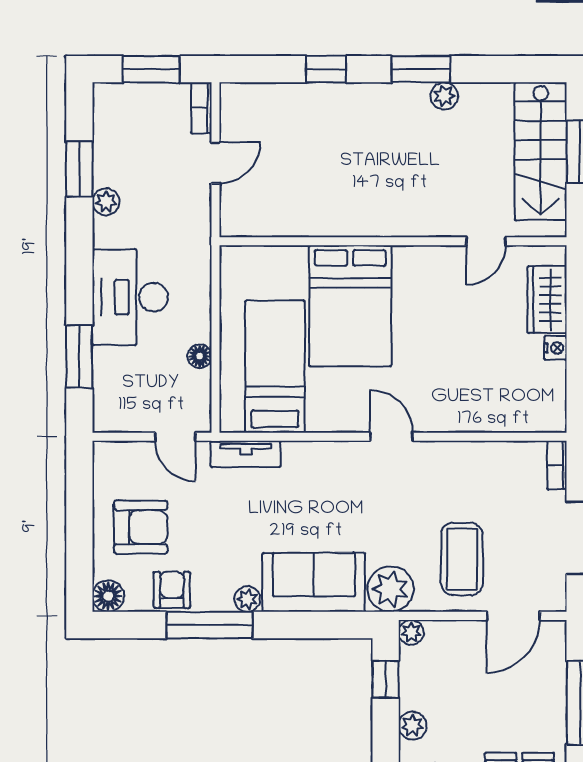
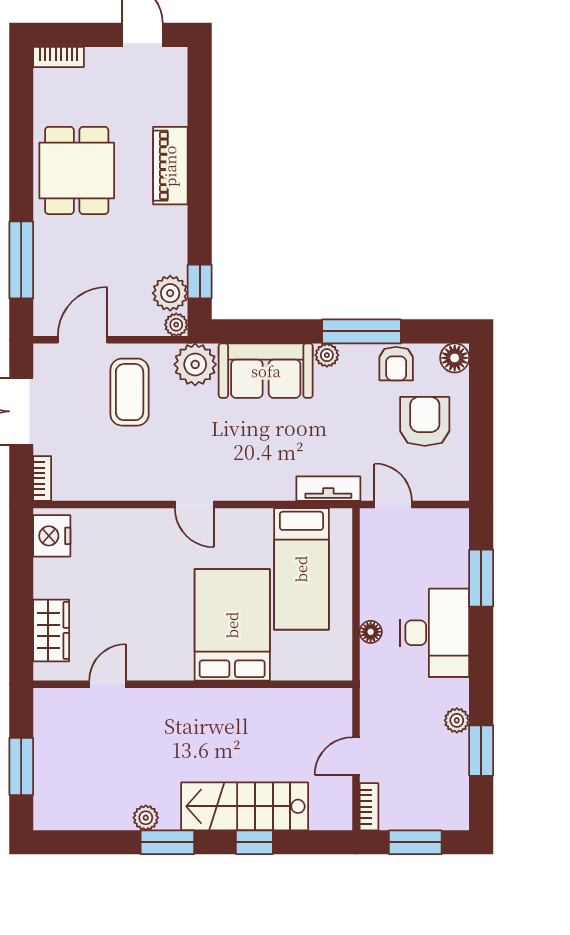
stairs: (541, 151) -> (245, 806), moved, turned -90
nightstand: (555, 348) -> (52, 536), moved, width x1.89, depth x1.79
floor lamp: (200, 356) -> (371, 632), moved
armchair: (141, 527) -> (425, 421), turned 90
plant: (413, 726) -> (170, 293), moved, width x1.38, depth x1.38

